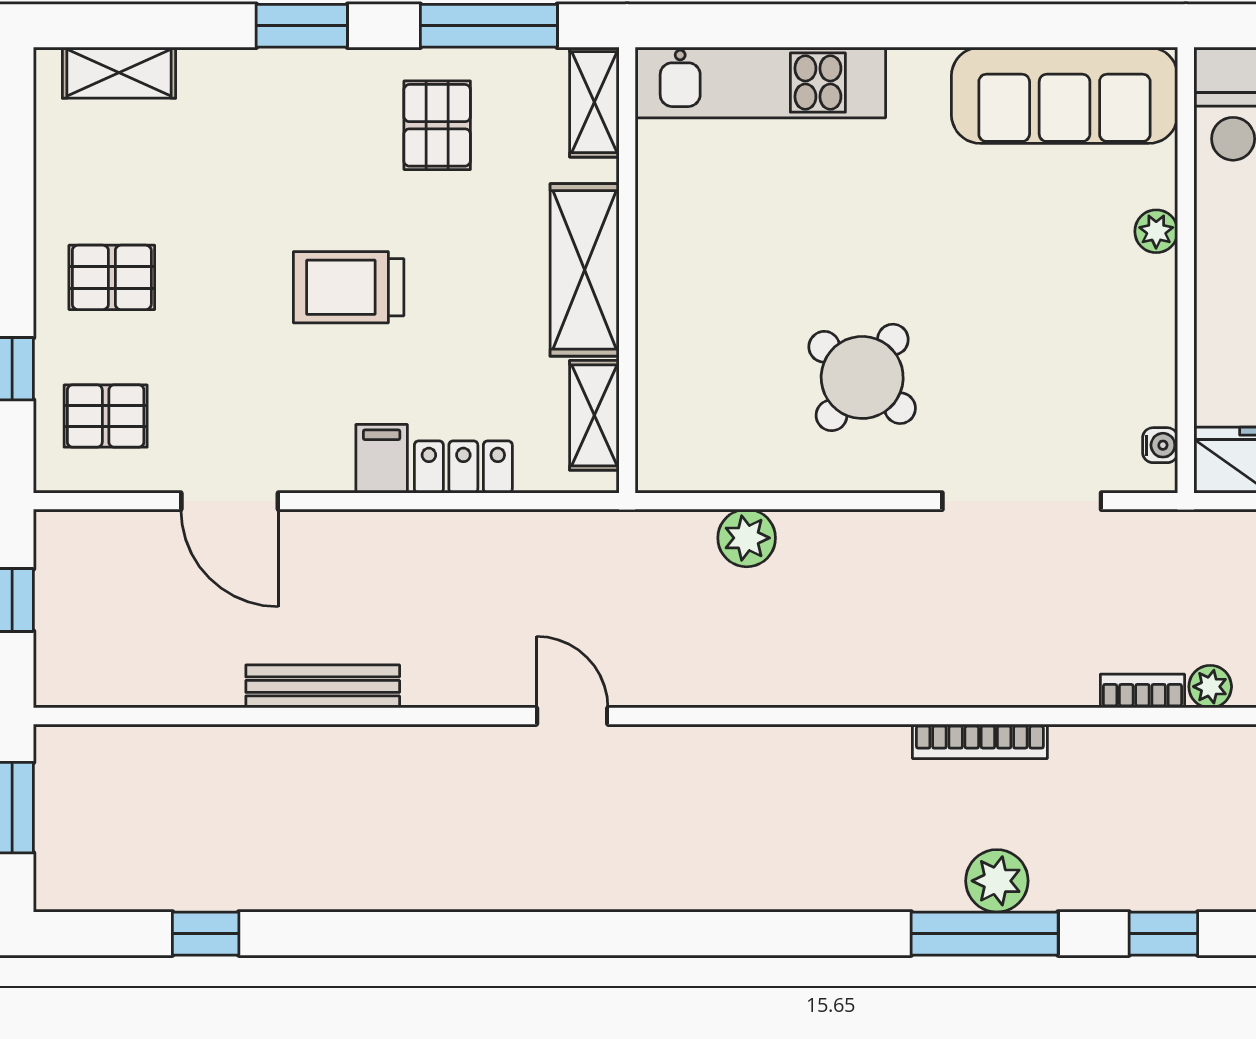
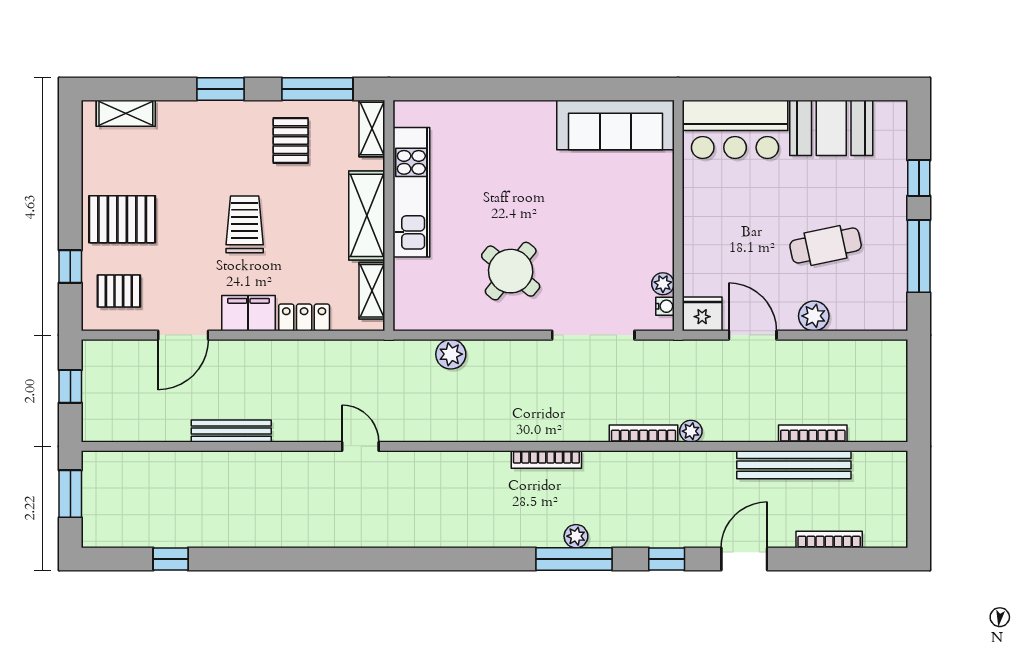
kitchen unit: (760, 83) -> (411, 192), moved, turned -90
plant: (1156, 231) -> (663, 284), moved
pallet: (112, 277) -> (122, 219), width x1.50, depth x1.42
trolley: (349, 287) -> (245, 224), turned 90
filing cabinet: (382, 459) -> (248, 313), width x2.00
door: (230, 501) -> (183, 335), hinge flipped
bookcase: (1142, 691) -> (644, 434), width x1.56
bookcase: (980, 741) -> (546, 460), moved
plant: (997, 881) -> (576, 536), width x0.73, depth x0.73

